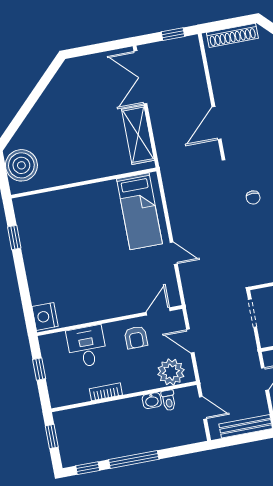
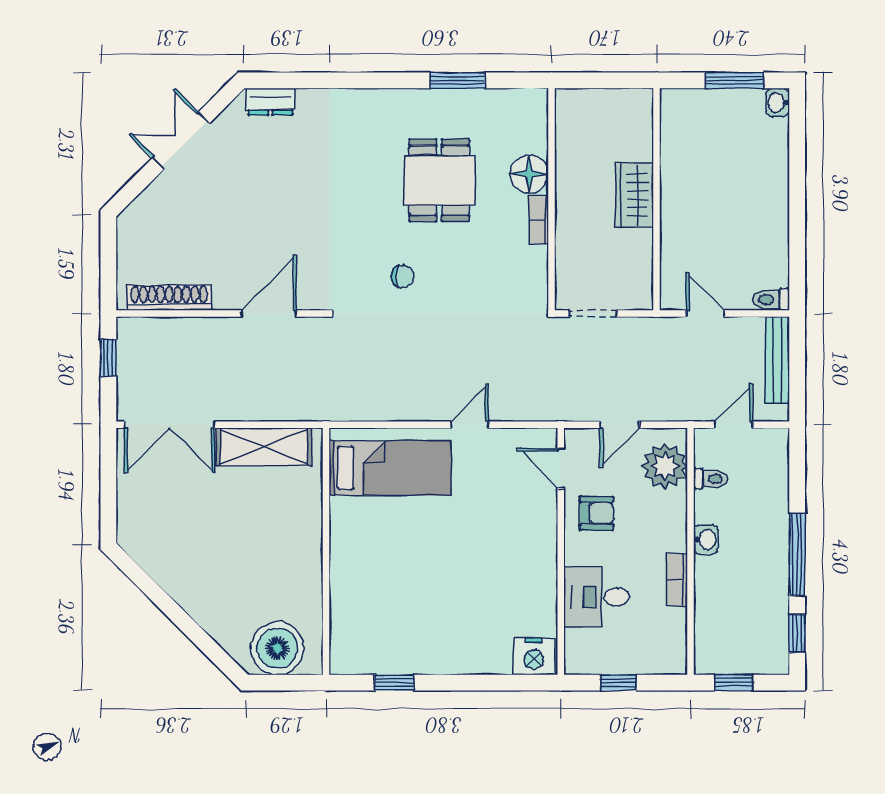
shoe rack: (232, 35) -> (169, 297), moved, turned -90
door: (217, 123) -> (269, 313), swing flipped
washbasin: (152, 401) -> (706, 540), moved

